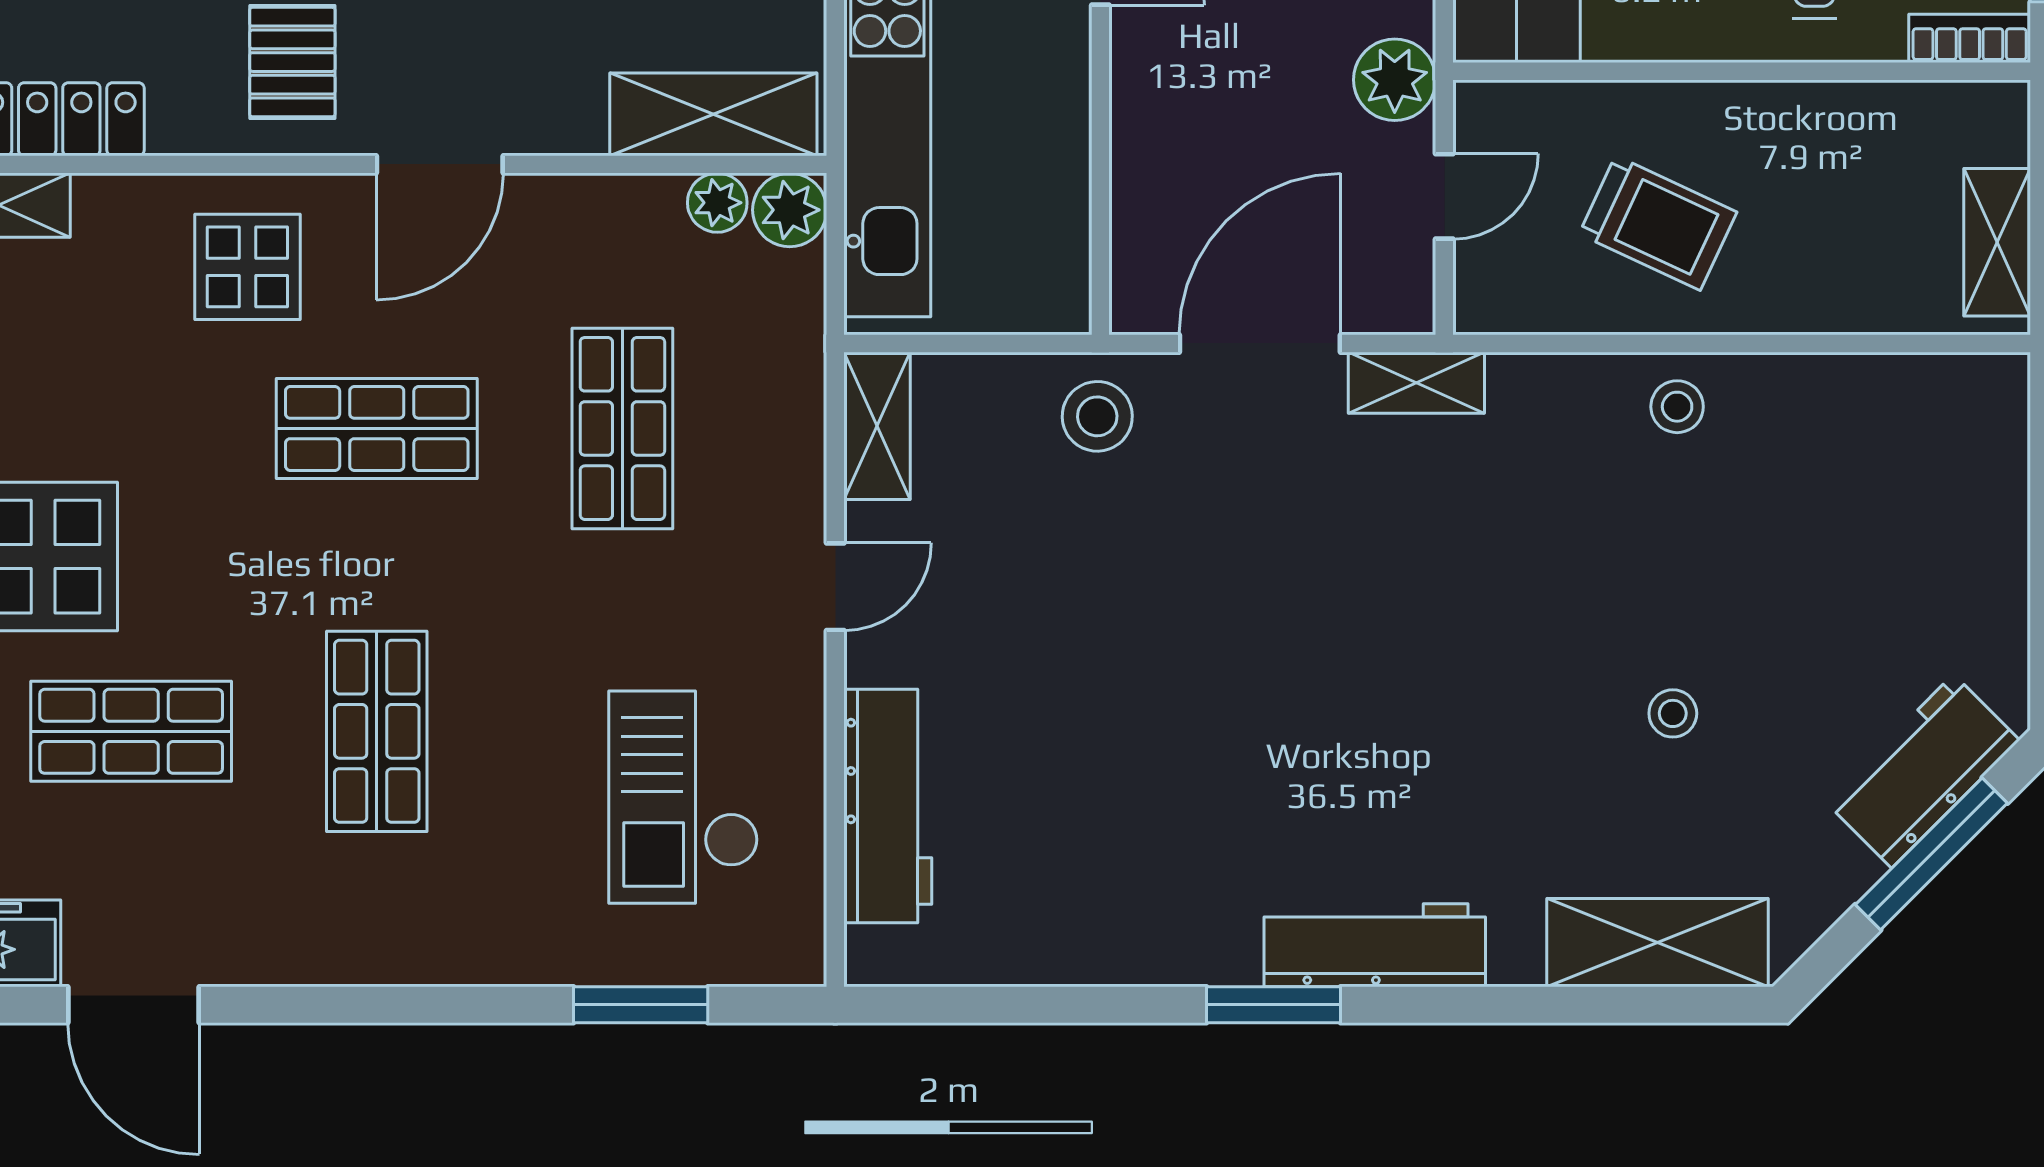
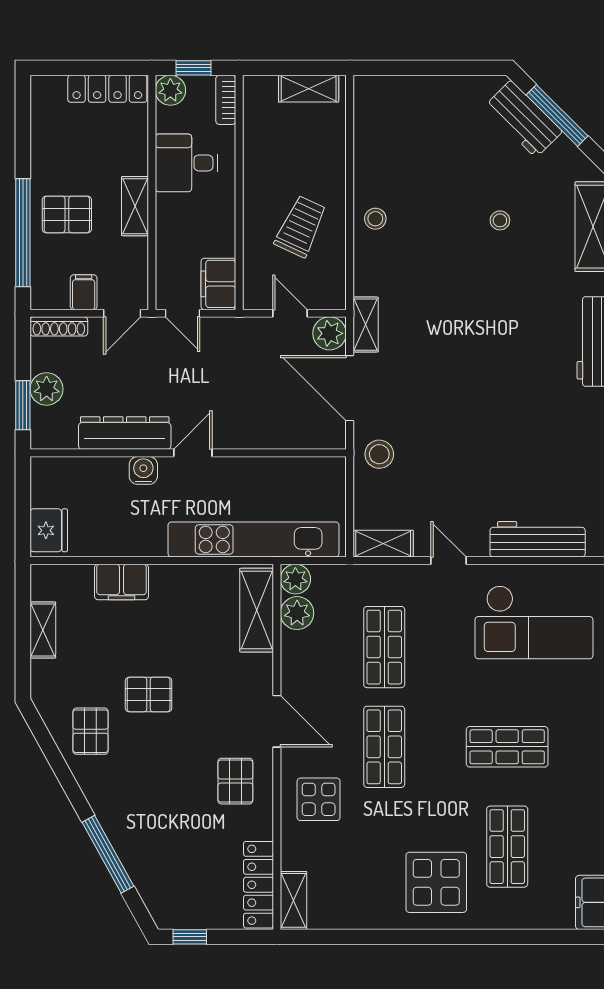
pallet: (292, 62) -> (235, 781), turned 90
plant: (1395, 80) -> (330, 333), moved
plant: (717, 203) -> (297, 613), width x1.38, depth x1.38
shop shelf: (622, 428) -> (384, 647), turned 90
checkout: (683, 797) -> (534, 622), width x1.36, depth x1.21

